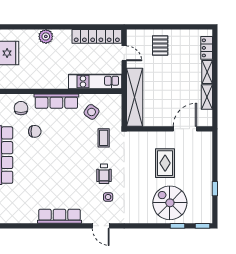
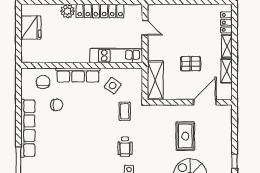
locker: (97, 36) -> (100, 11), moved
pallet: (160, 45) -> (191, 64), moved, turned 90
shelving: (135, 97) -> (155, 80), width x0.68

